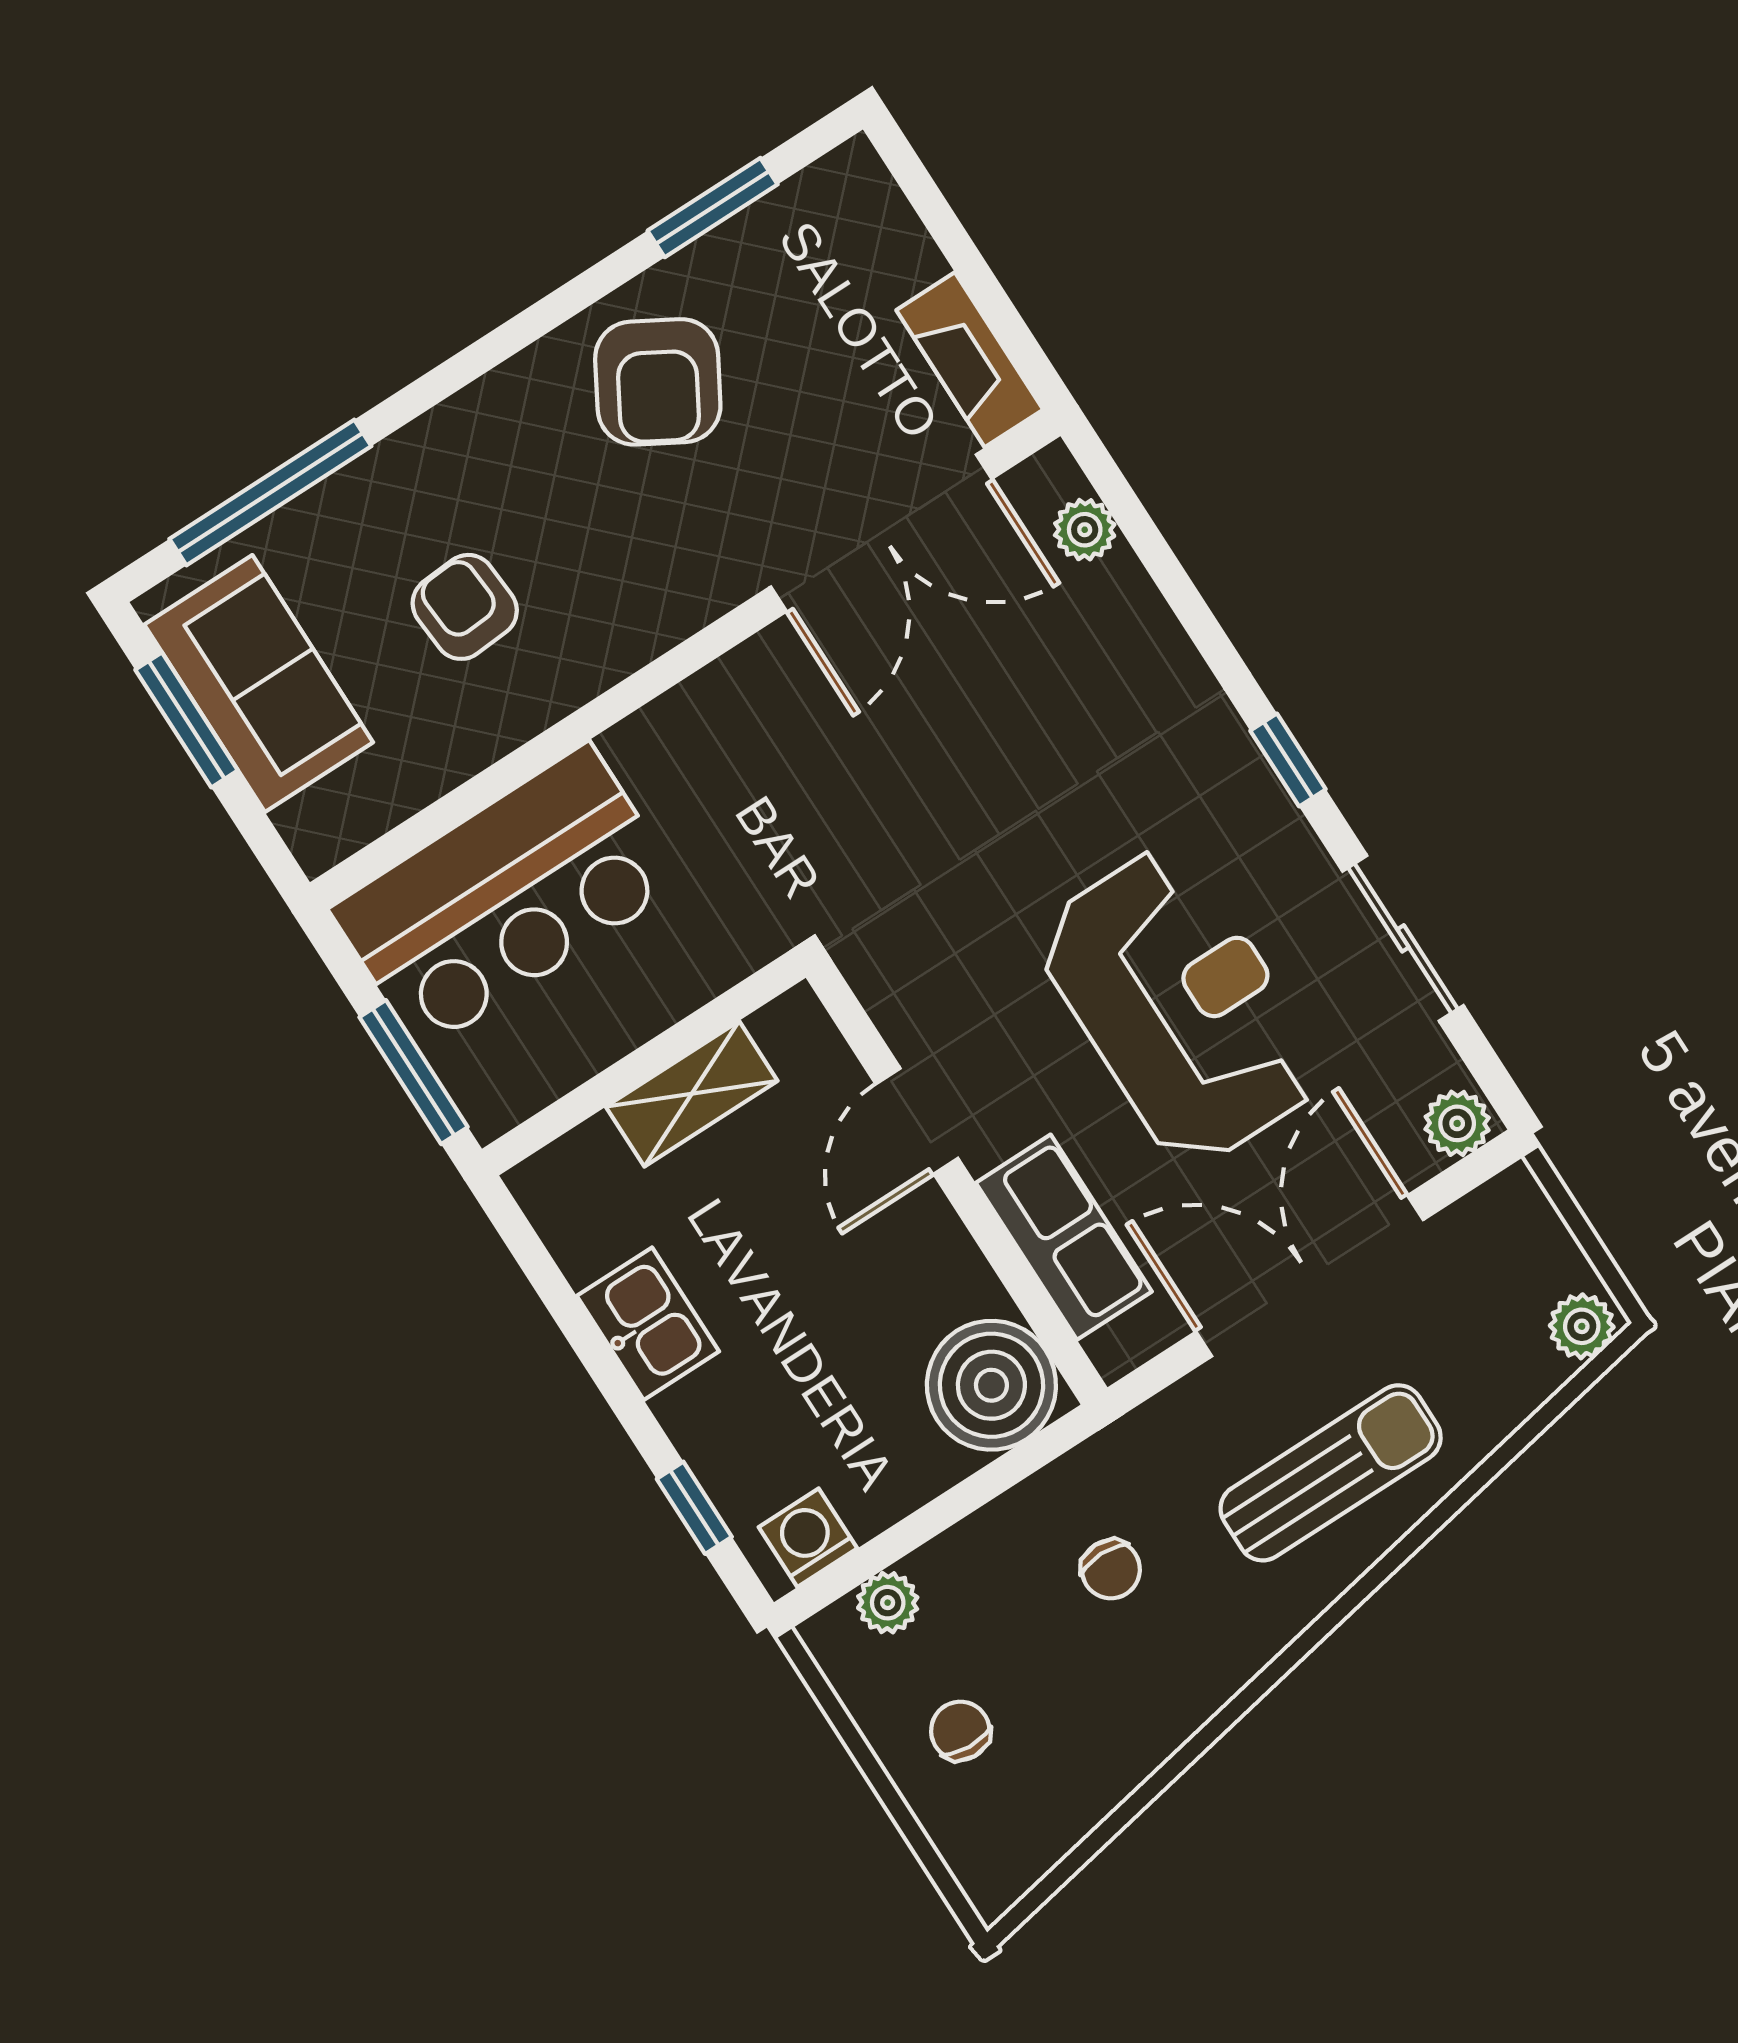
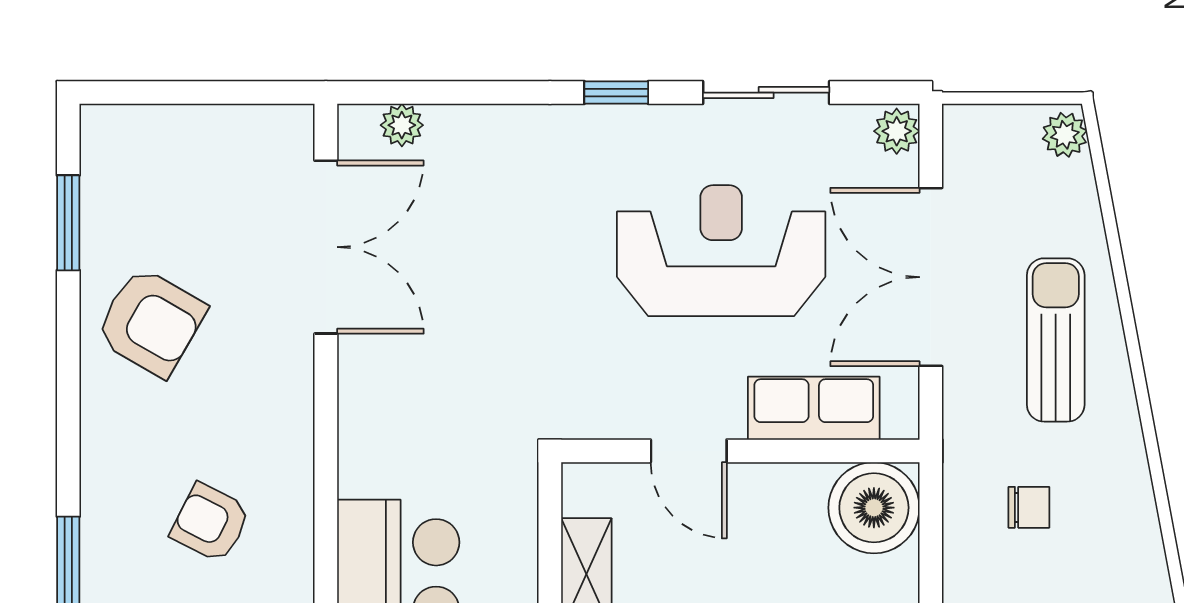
fireplace: (970, 360) -> (257, 128), removed
armchair: (465, 607) -> (211, 523), turned 31

